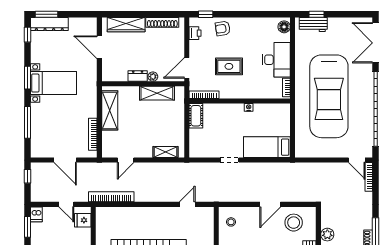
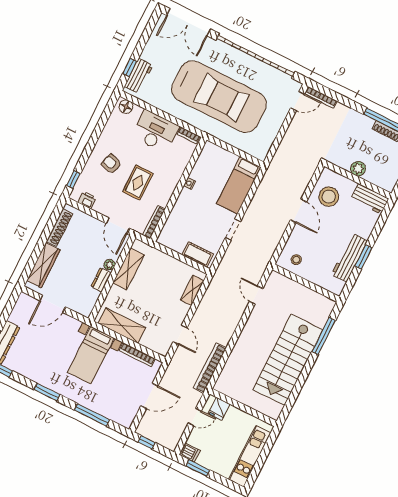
armchair: (223, 28) -> (111, 164), moved, turned 115
bed with nightstands: (53, 83) -> (91, 355), moved, turned 180
cot: (196, 116) -> (198, 254), moved

